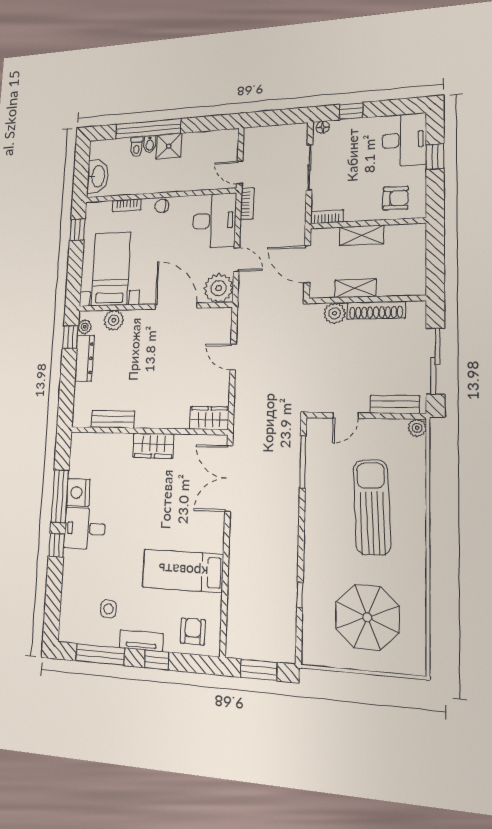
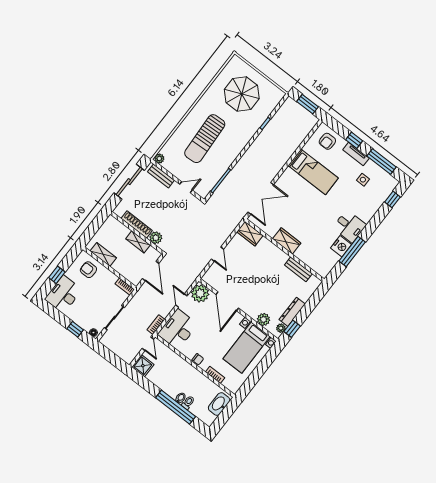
shower: (169, 146) -> (143, 366), moved
window: (77, 230) -> (250, 384), removed
shelving: (362, 235) -> (103, 254), moved
window: (57, 545) -> (392, 199), moved

